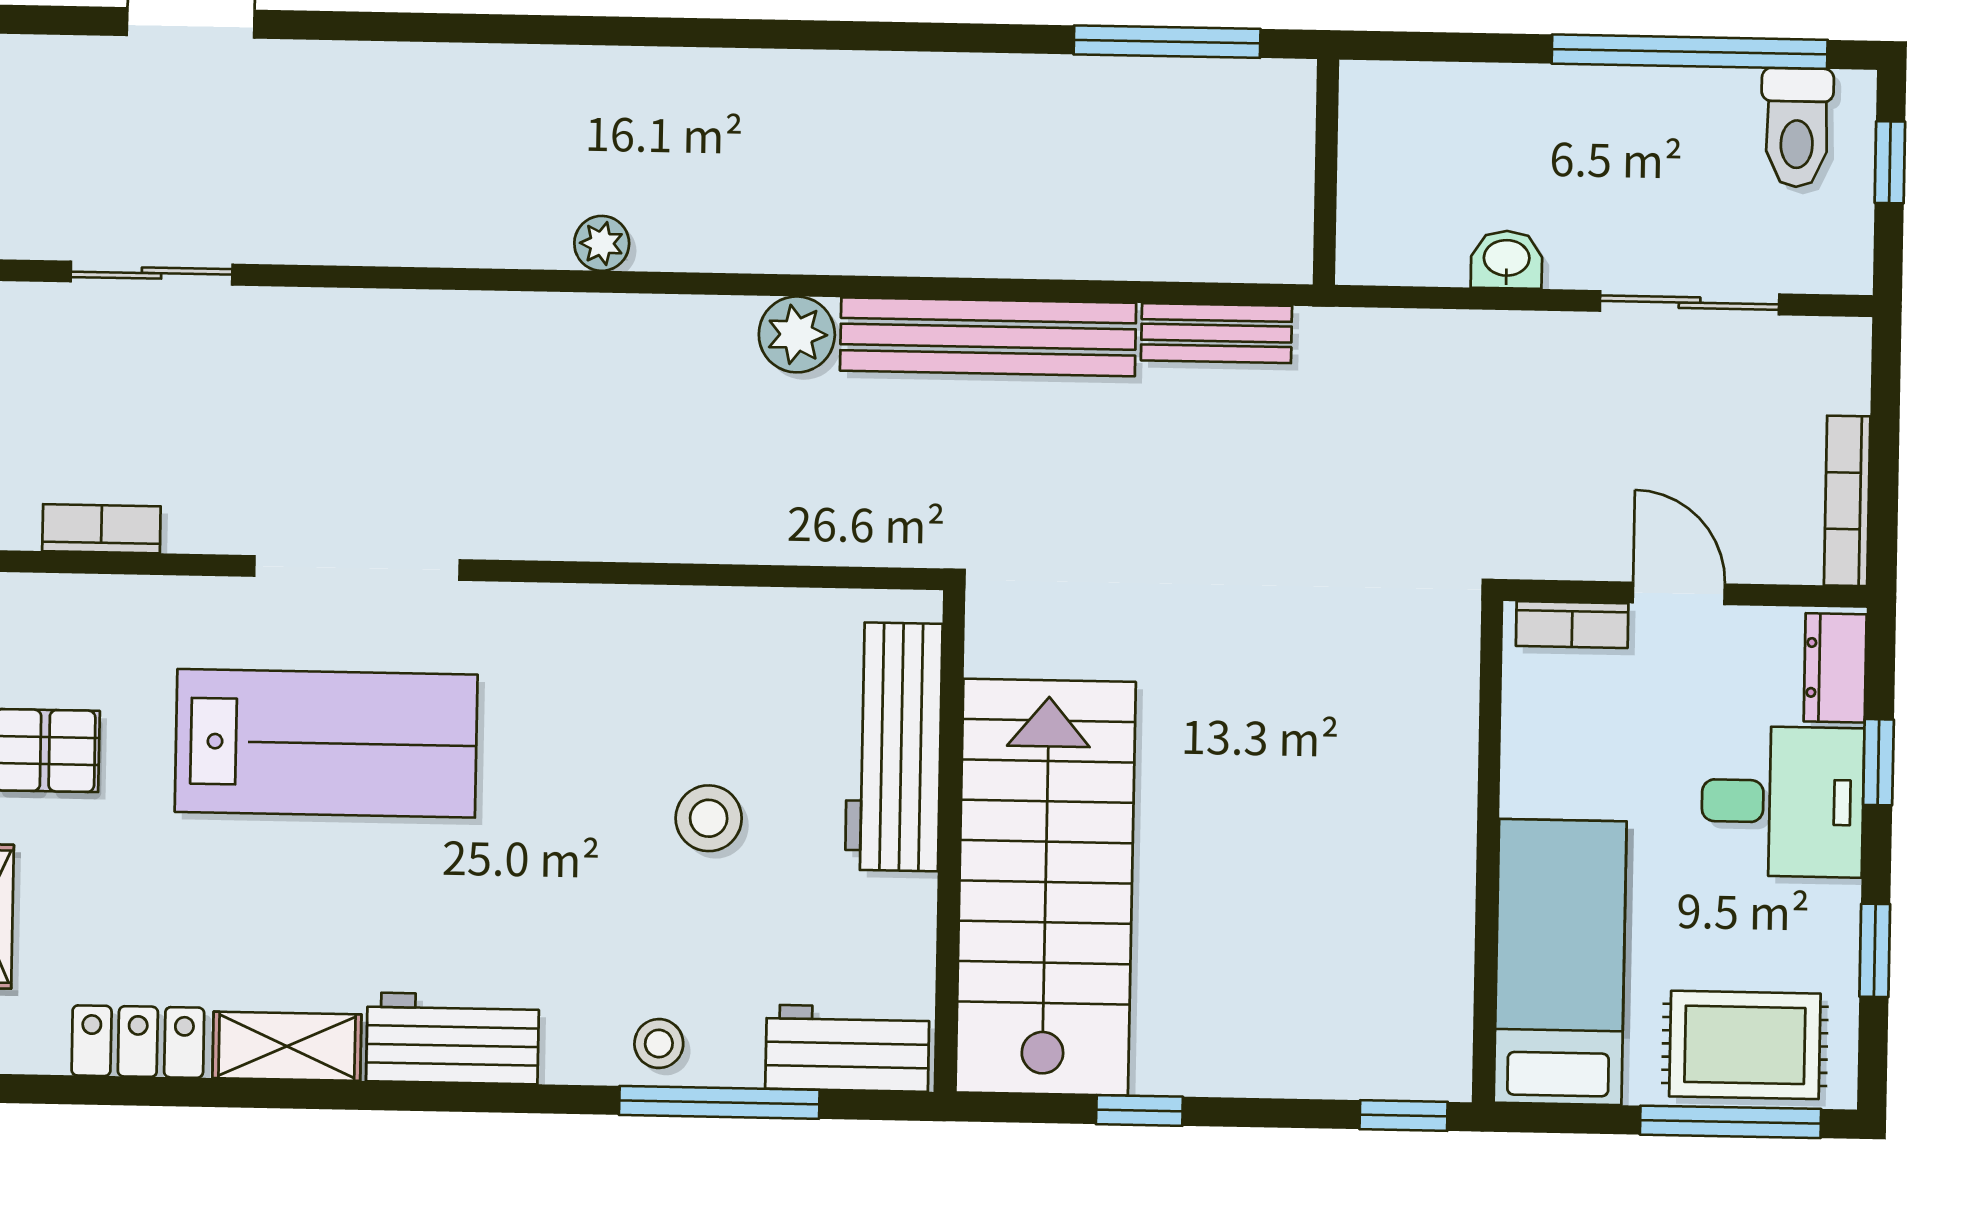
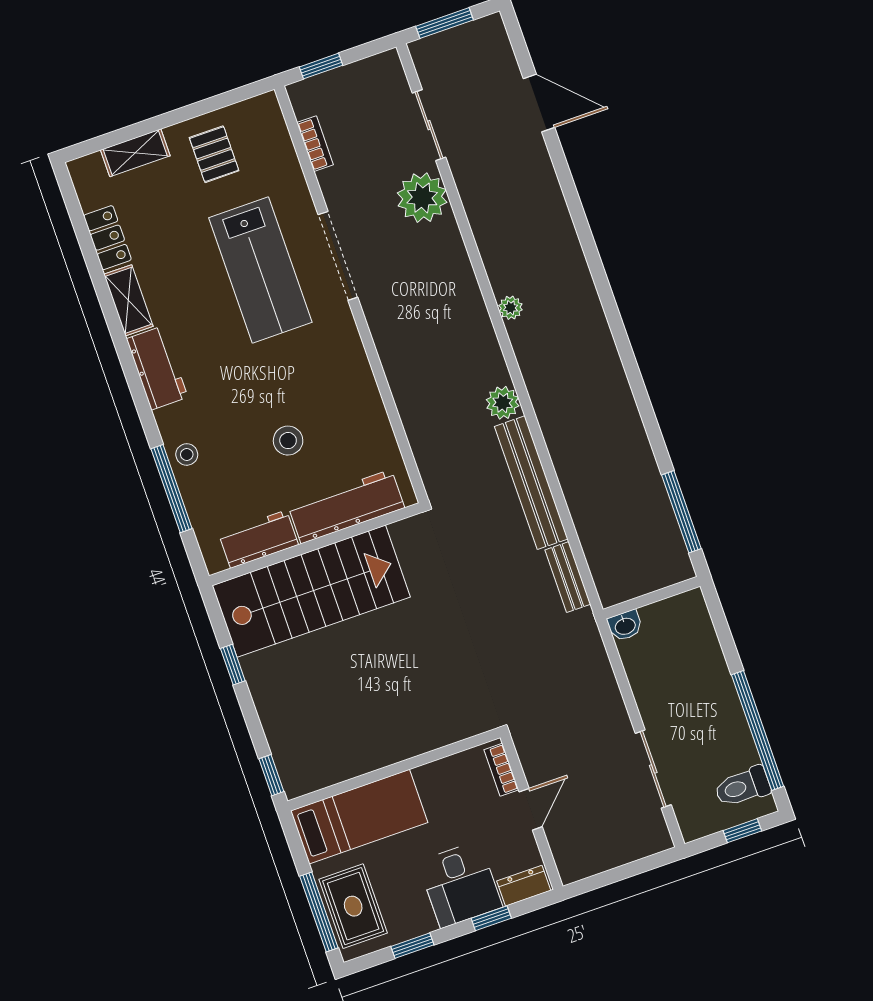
washbasin: (1507, 260) -> (625, 626), moved, turned 90
plant: (300, 344) -> (422, 198), added
bookcase: (1847, 501) -> (595, 865), removed
workbench: (847, 1048) -> (259, 539), moved, turned -90

